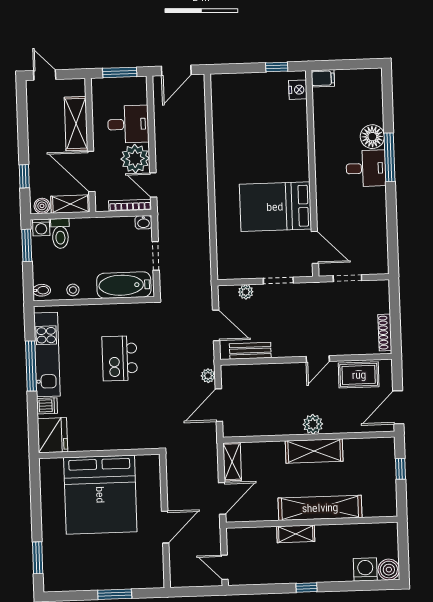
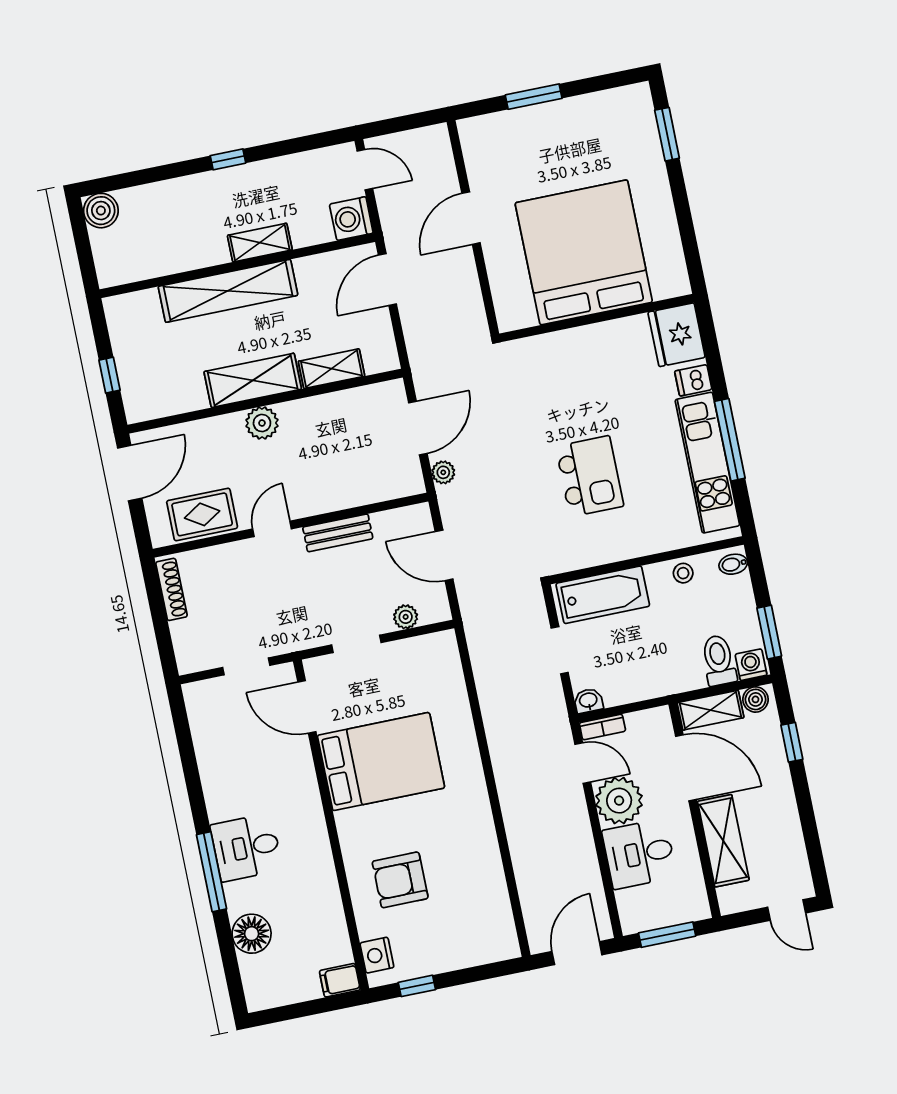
armchair: (276, 133) -> (400, 880), added
floor lamp: (372, 137) -> (252, 934), moved
bookcase: (130, 205) -> (602, 727), width x0.64
bench: (250, 351) -> (338, 533), moved
shelving: (232, 462) -> (331, 369), moved, turned 90
washing machine: (365, 569) -> (351, 219), moved, turned 90

